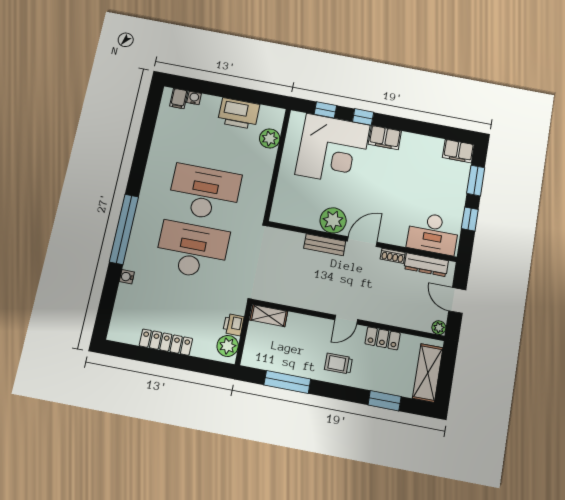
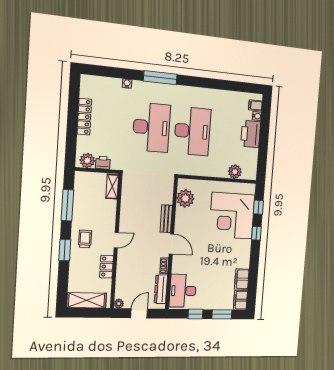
printer: (239, 114) -> (251, 134), moved
filing cabinet: (385, 138) -> (242, 279), moved
plant: (333, 220) -> (185, 198), moved
window: (124, 229) -> (160, 78), width x0.68
door: (346, 320) -> (116, 240), swing flipped
window: (385, 401) -> (65, 250), moved

